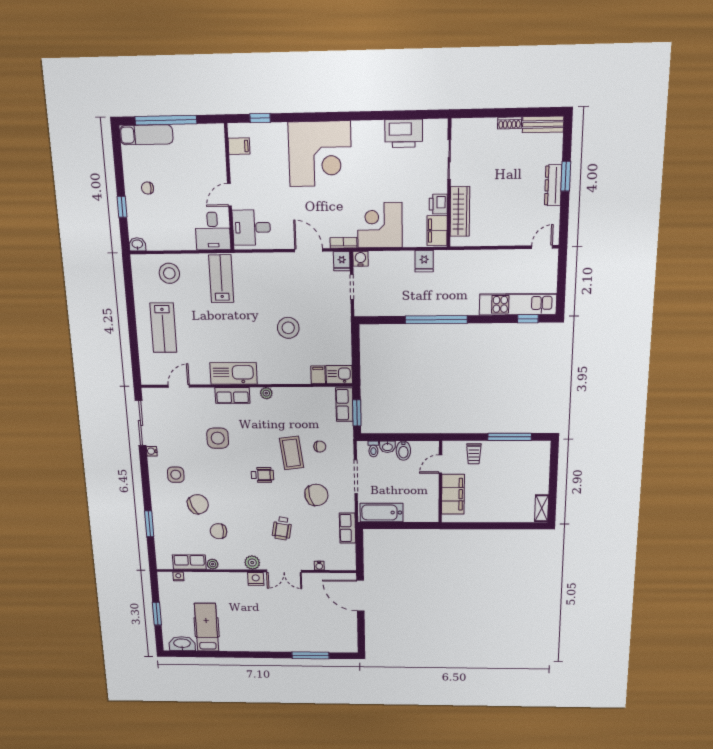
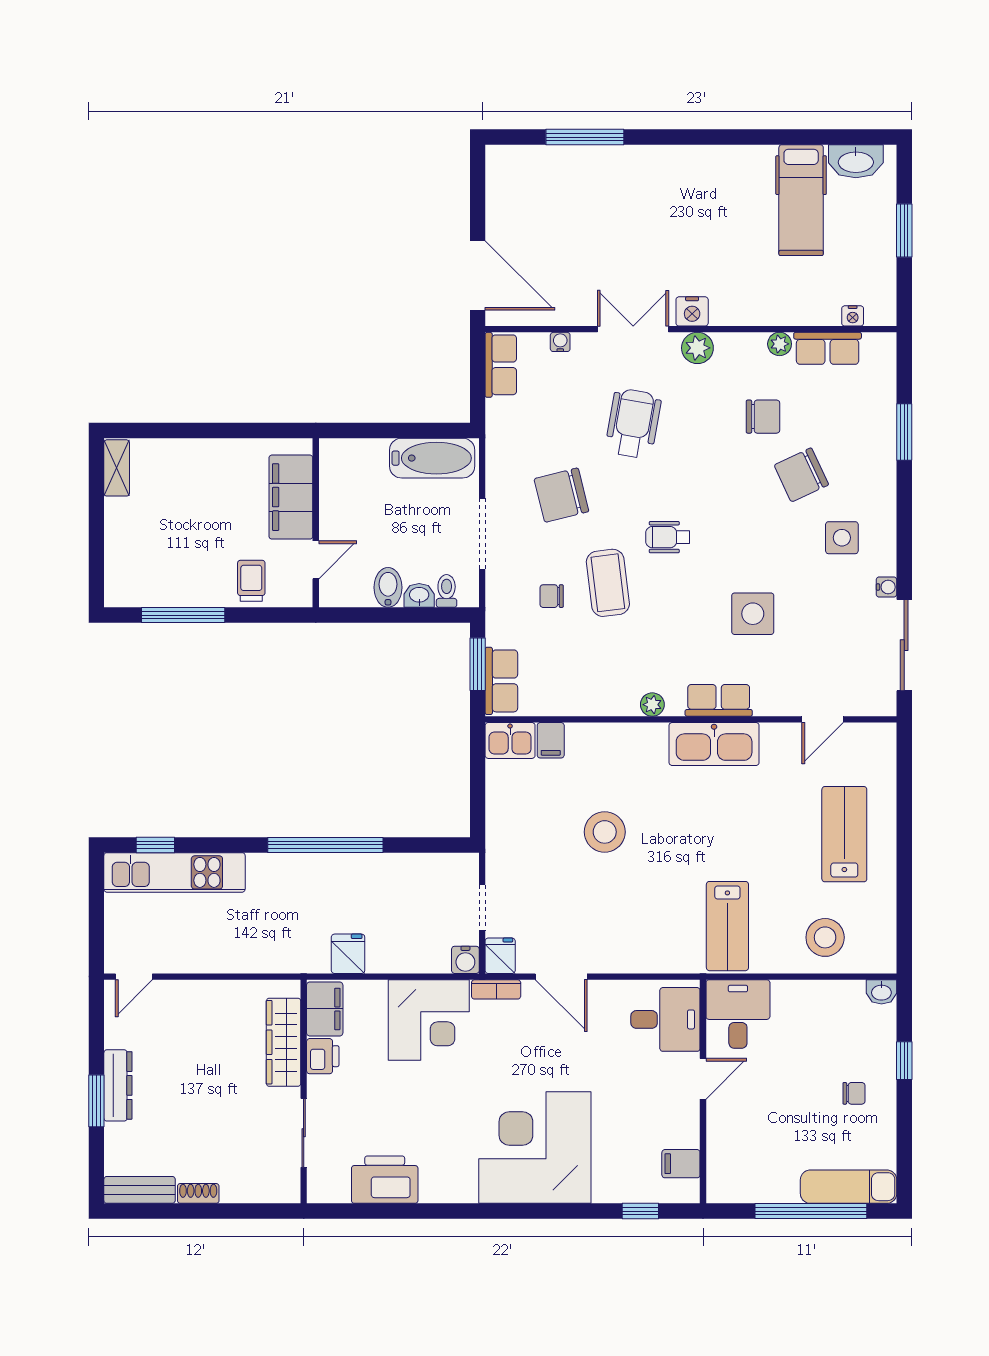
wheelchair: (282, 528) -> (633, 423), width x1.36, depth x1.37
row of seats: (348, 528) -> (501, 365), moved

